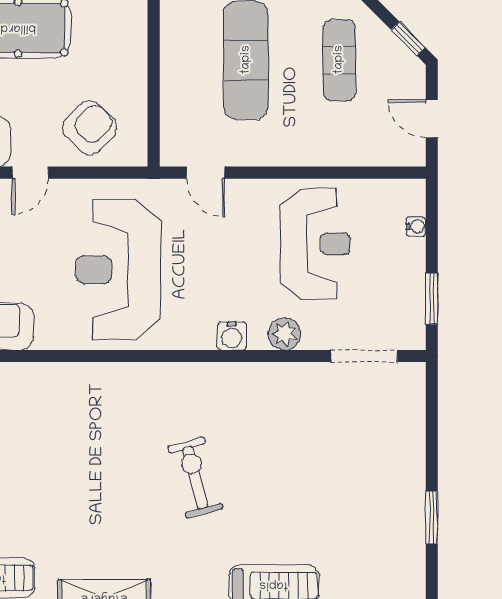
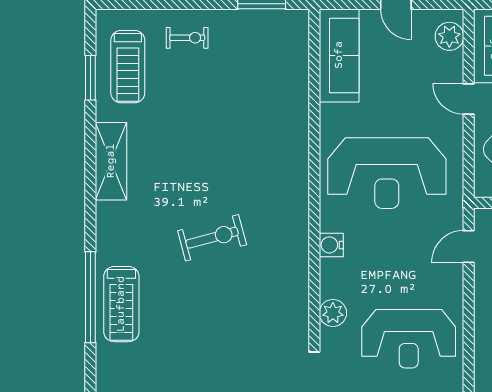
reception desk: (118, 270) -> (387, 173), turned 180
water cooler: (232, 336) -> (331, 245), moved

